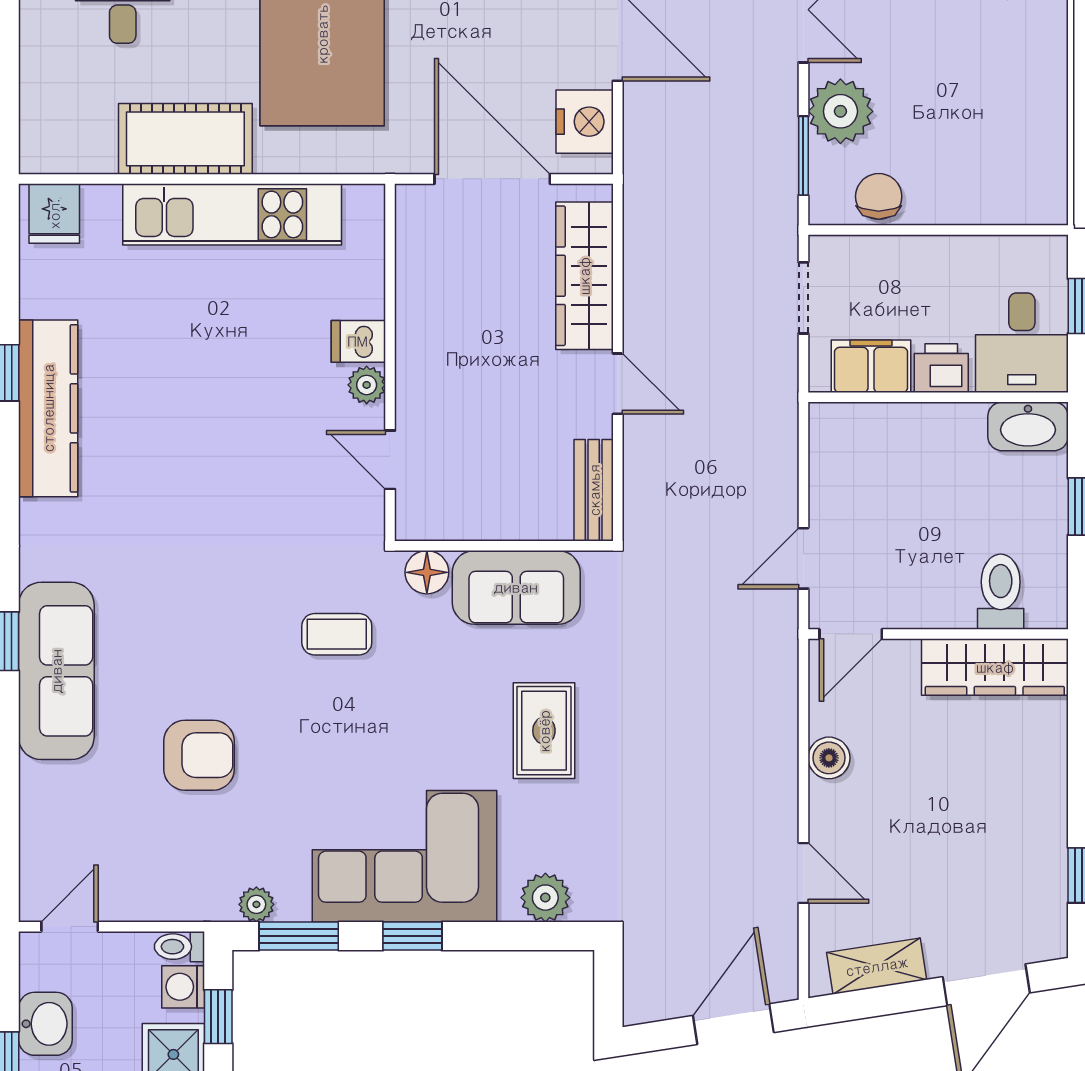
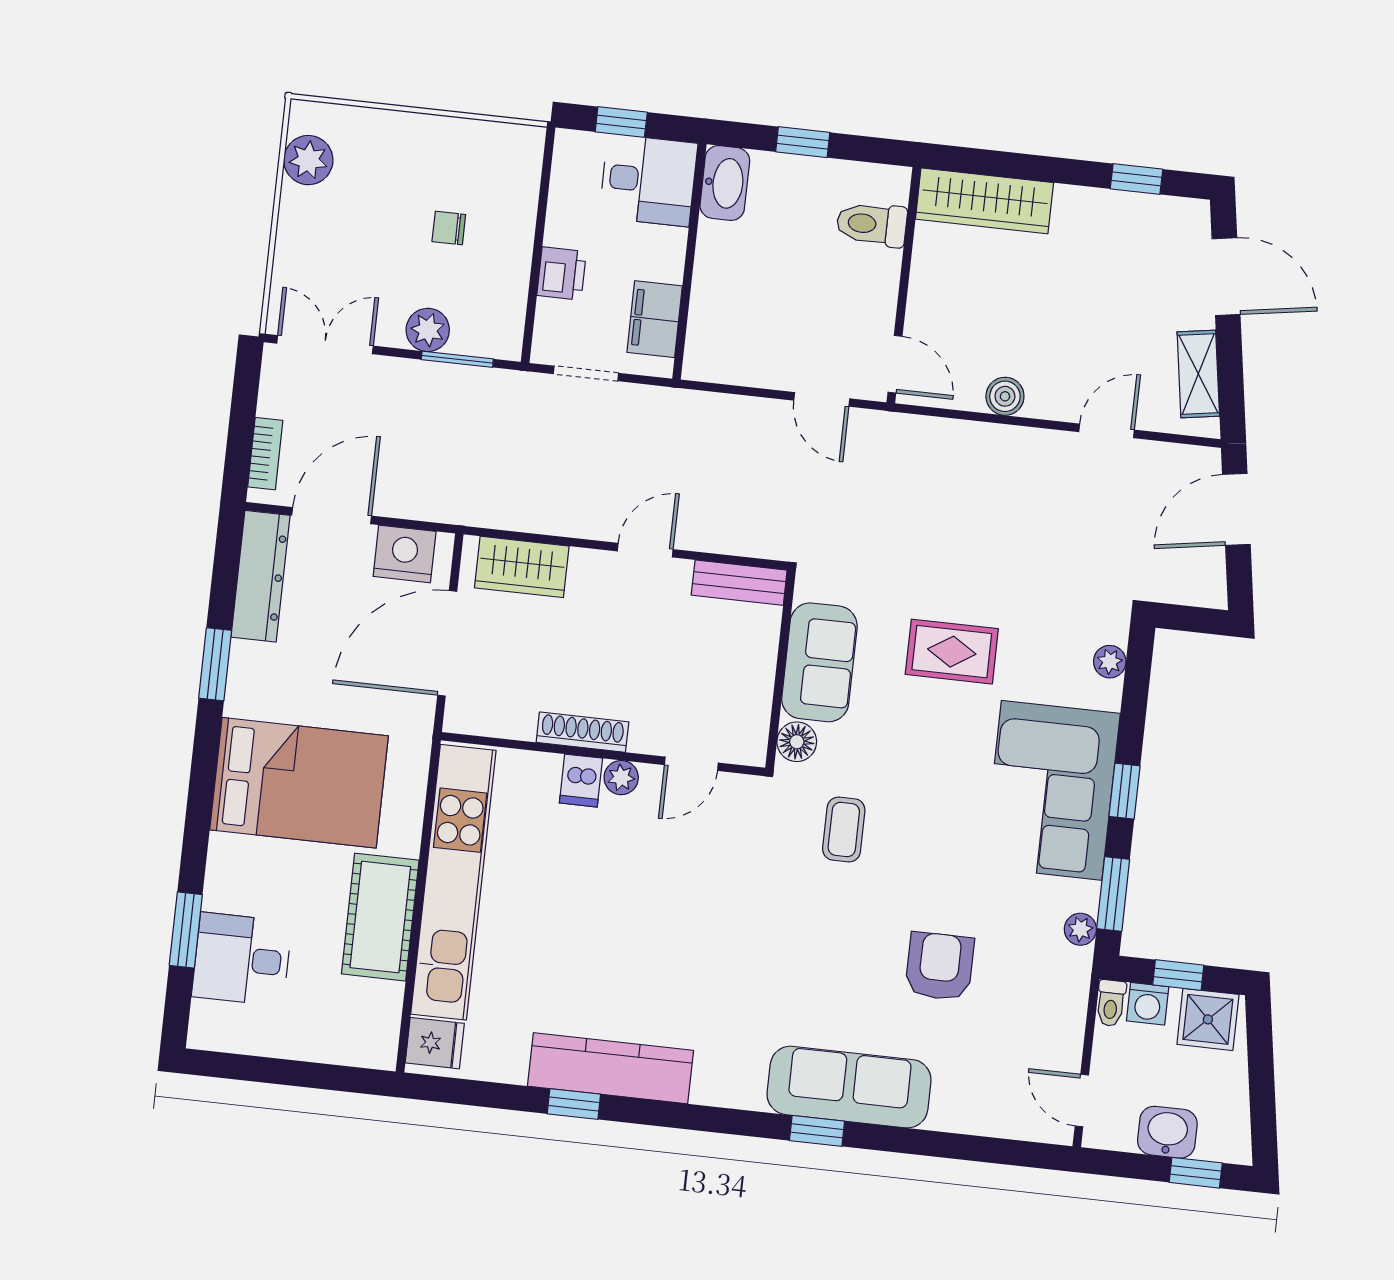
plant: (840, 111) -> (428, 330), width x0.73, depth x0.73
chair: (879, 196) -> (449, 228), moved, width x0.73, depth x0.73
kitchen unit: (232, 214) -> (453, 882), width x1.36
wardrobe: (584, 276) -> (522, 567), width x0.67
shoe rack: (412, 337) -> (582, 732), added
printer: (941, 368) -> (562, 273), moved, turned 180
wardrobe: (995, 667) -> (984, 201), moved, turned 90
plant: (545, 898) -> (1110, 662), width x0.73, depth x0.73
door: (733, 1024) -> (1236, 509), hinge flipped

